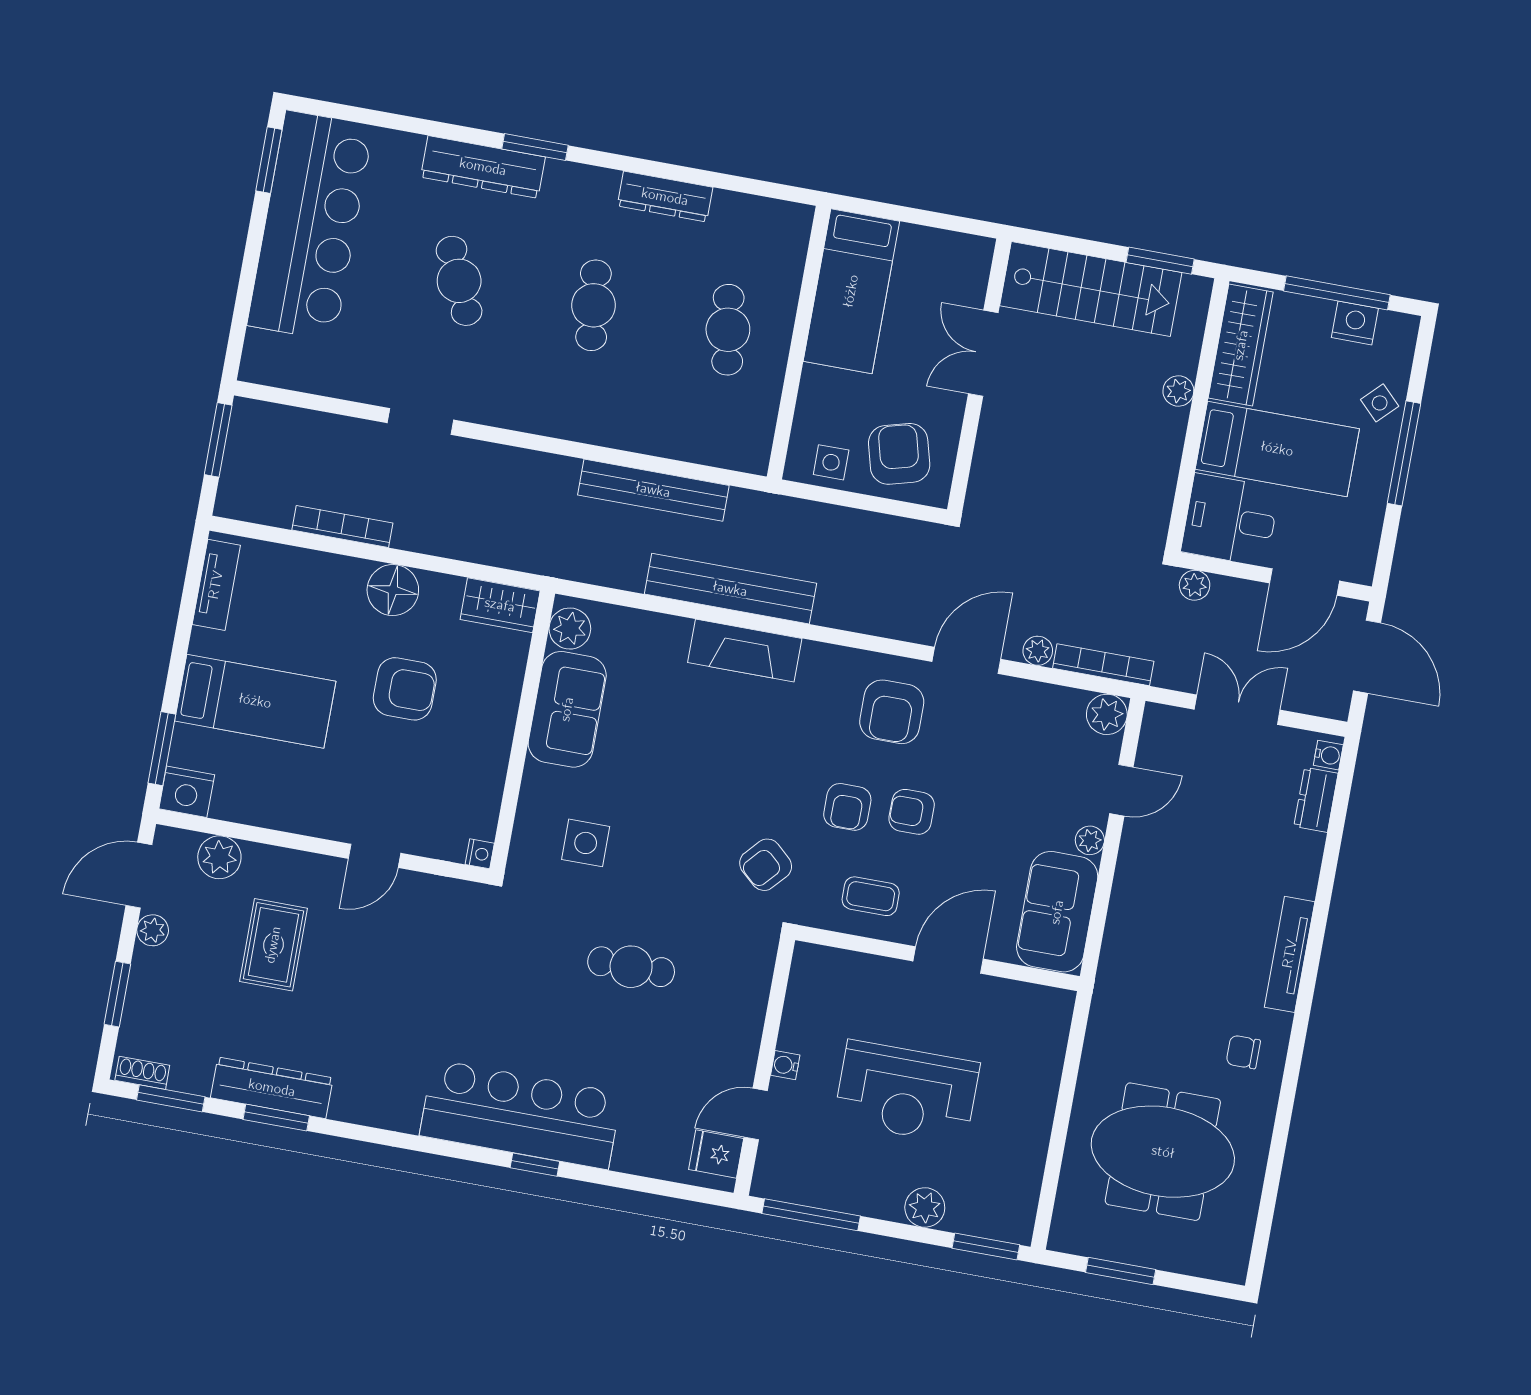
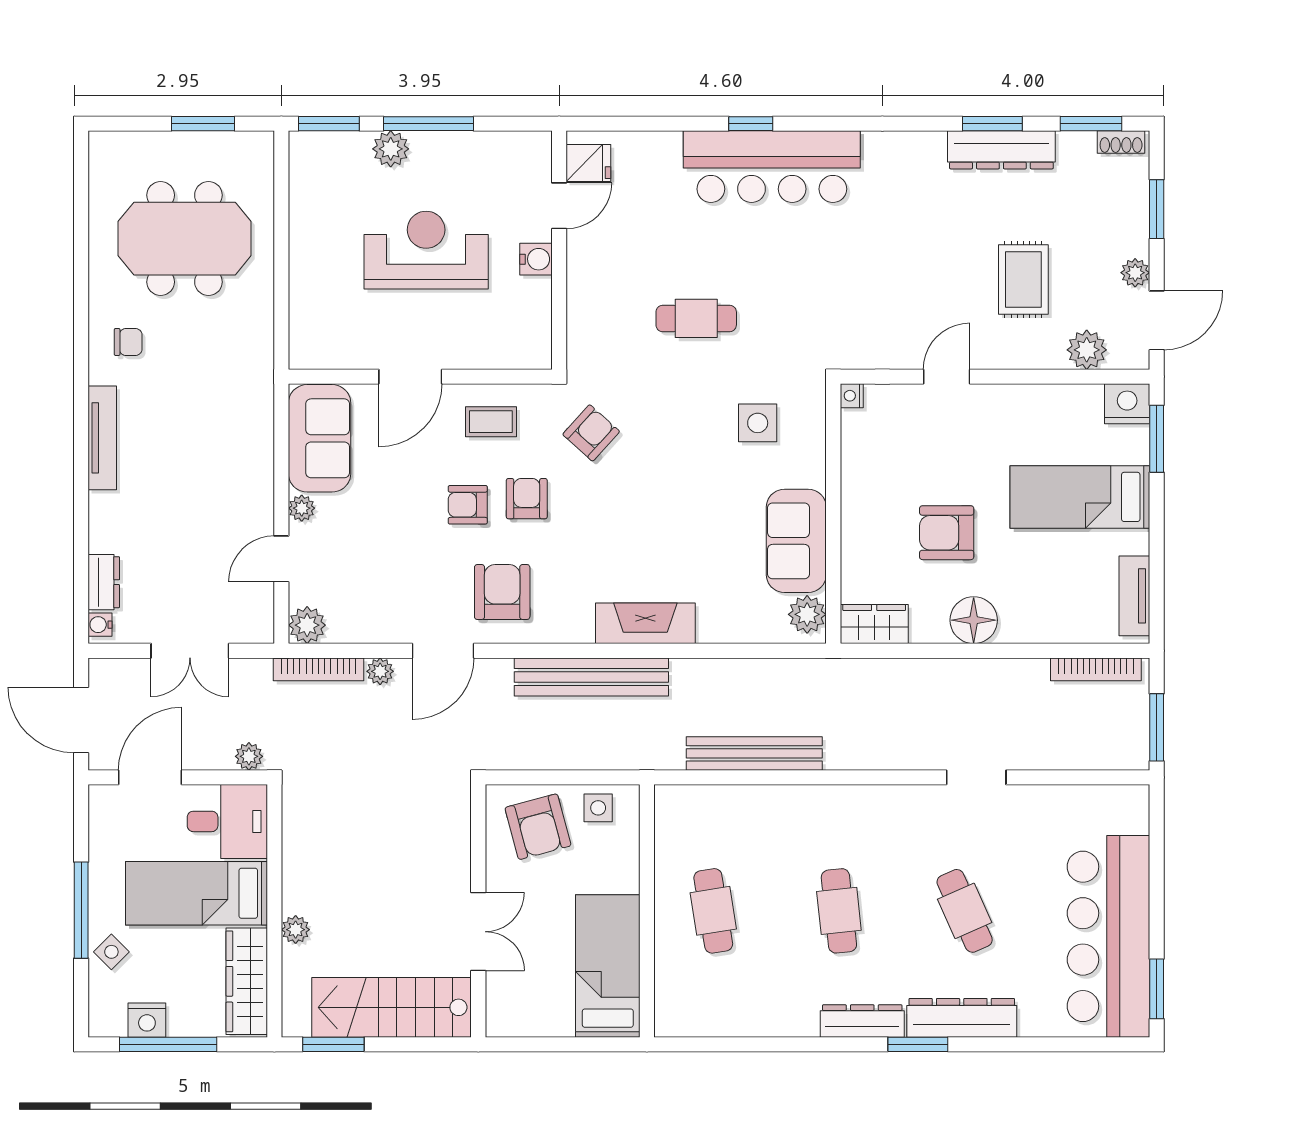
dresser: (665, 197) -> (862, 1021), moved
bookcase: (342, 526) -> (1096, 669), moved
bench: (730, 589) -> (591, 677), moved
armchair: (912, 812) -> (468, 505), turned 180
water cooler: (785, 1065) -> (536, 259), width x1.38, depth x1.38
window: (811, 1215) -> (428, 124), moved

